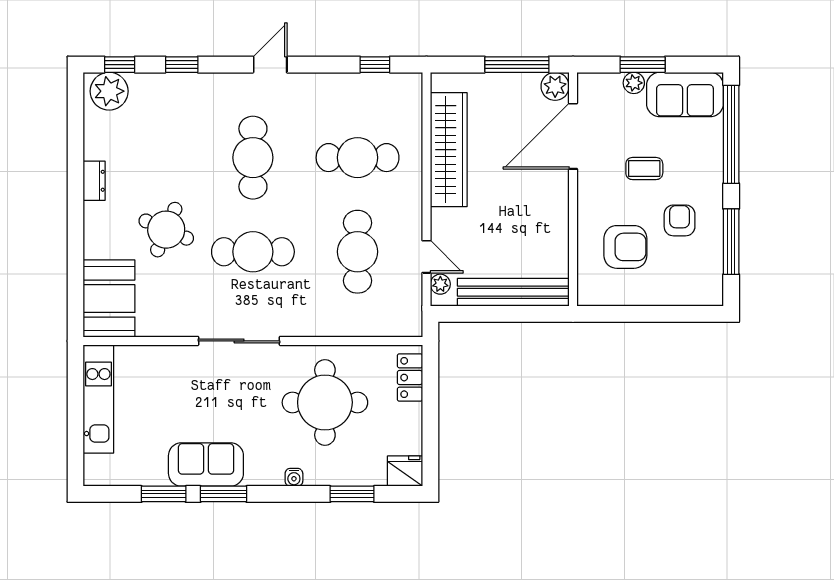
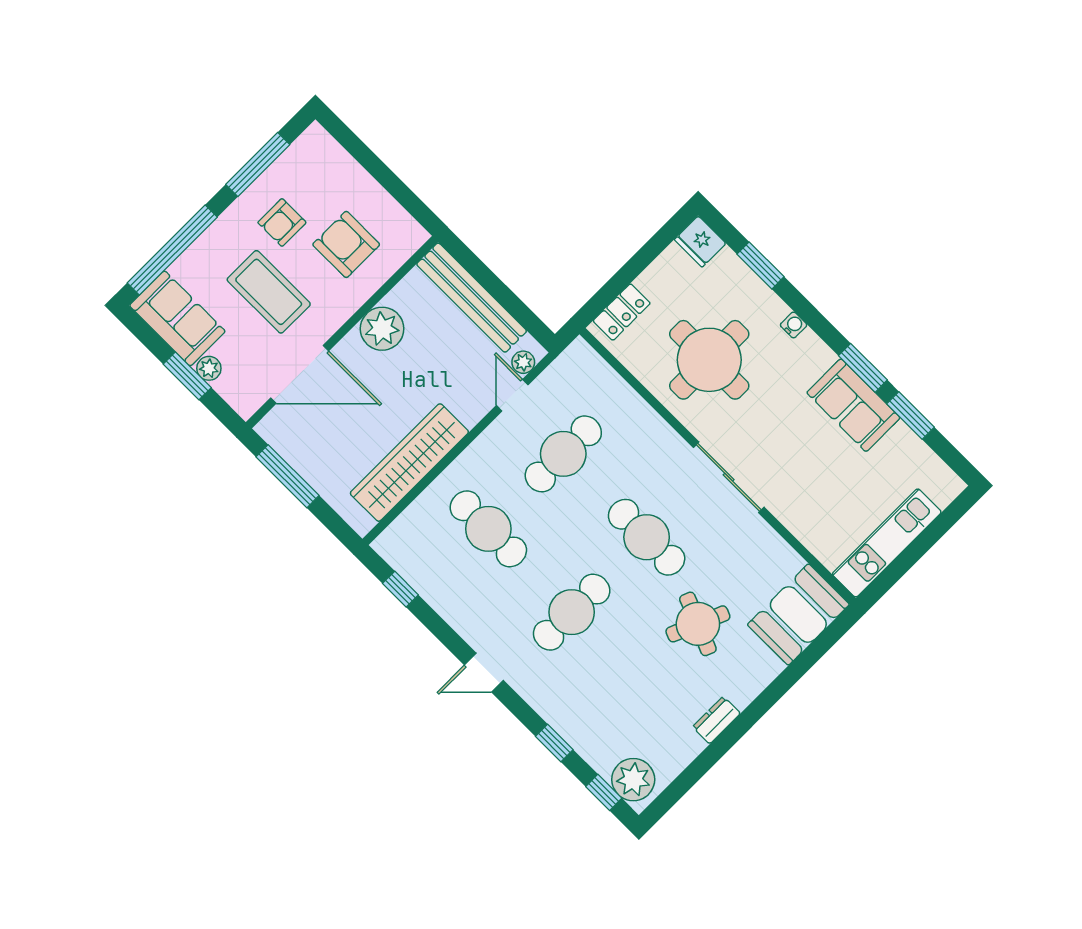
plant: (555, 86) -> (382, 329), moved, width x1.36, depth x1.36
coffee table: (644, 169) -> (269, 292), width x1.86, depth x1.72

